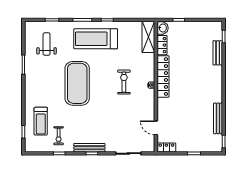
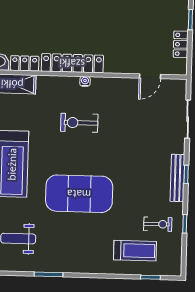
locker: (166, 148) -> (181, 44), moved

